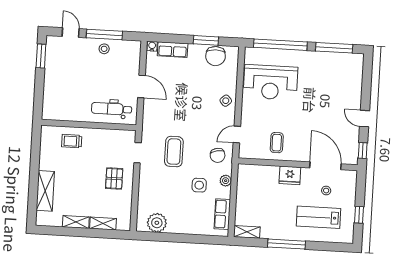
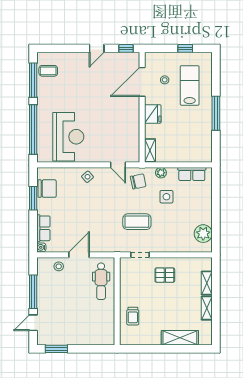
stool: (104, 49) -> (59, 266), moved
coffee table: (277, 143) -> (48, 71), moved
lab bench: (319, 217) -> (190, 85), turned 180
shelving: (247, 232) -> (150, 150), moved

